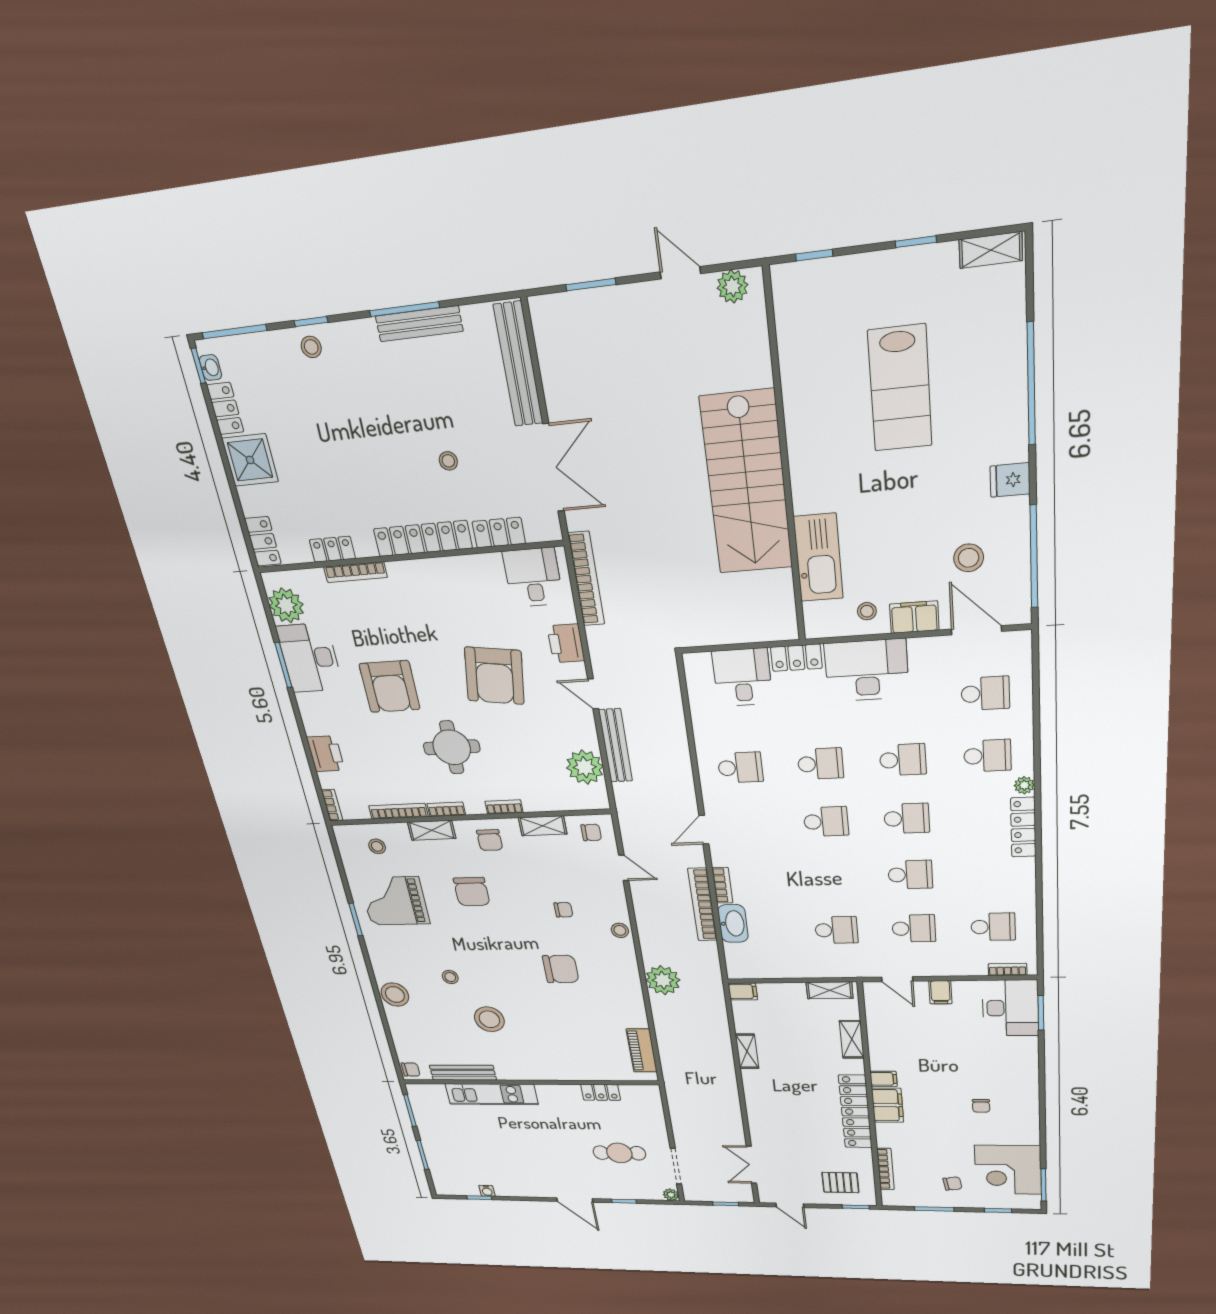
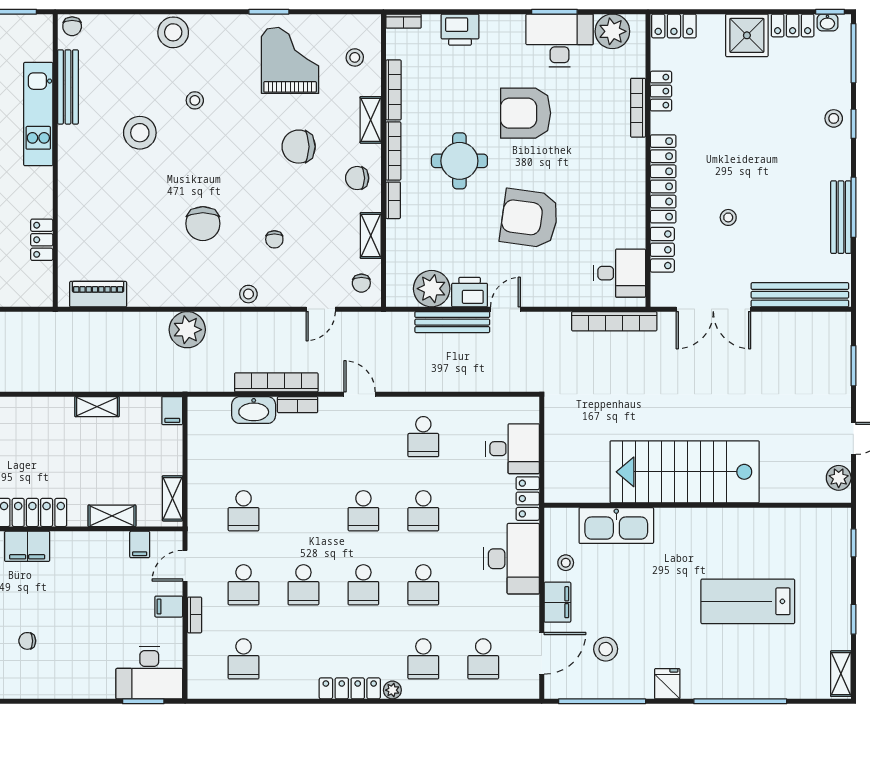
printer: (566, 643) -> (470, 292), moved
bookcase: (446, 809) -> (393, 151), width x1.56
bookcase: (1008, 970) -> (195, 615), moved
filing cabinet: (884, 1079) -> (140, 544), moved

